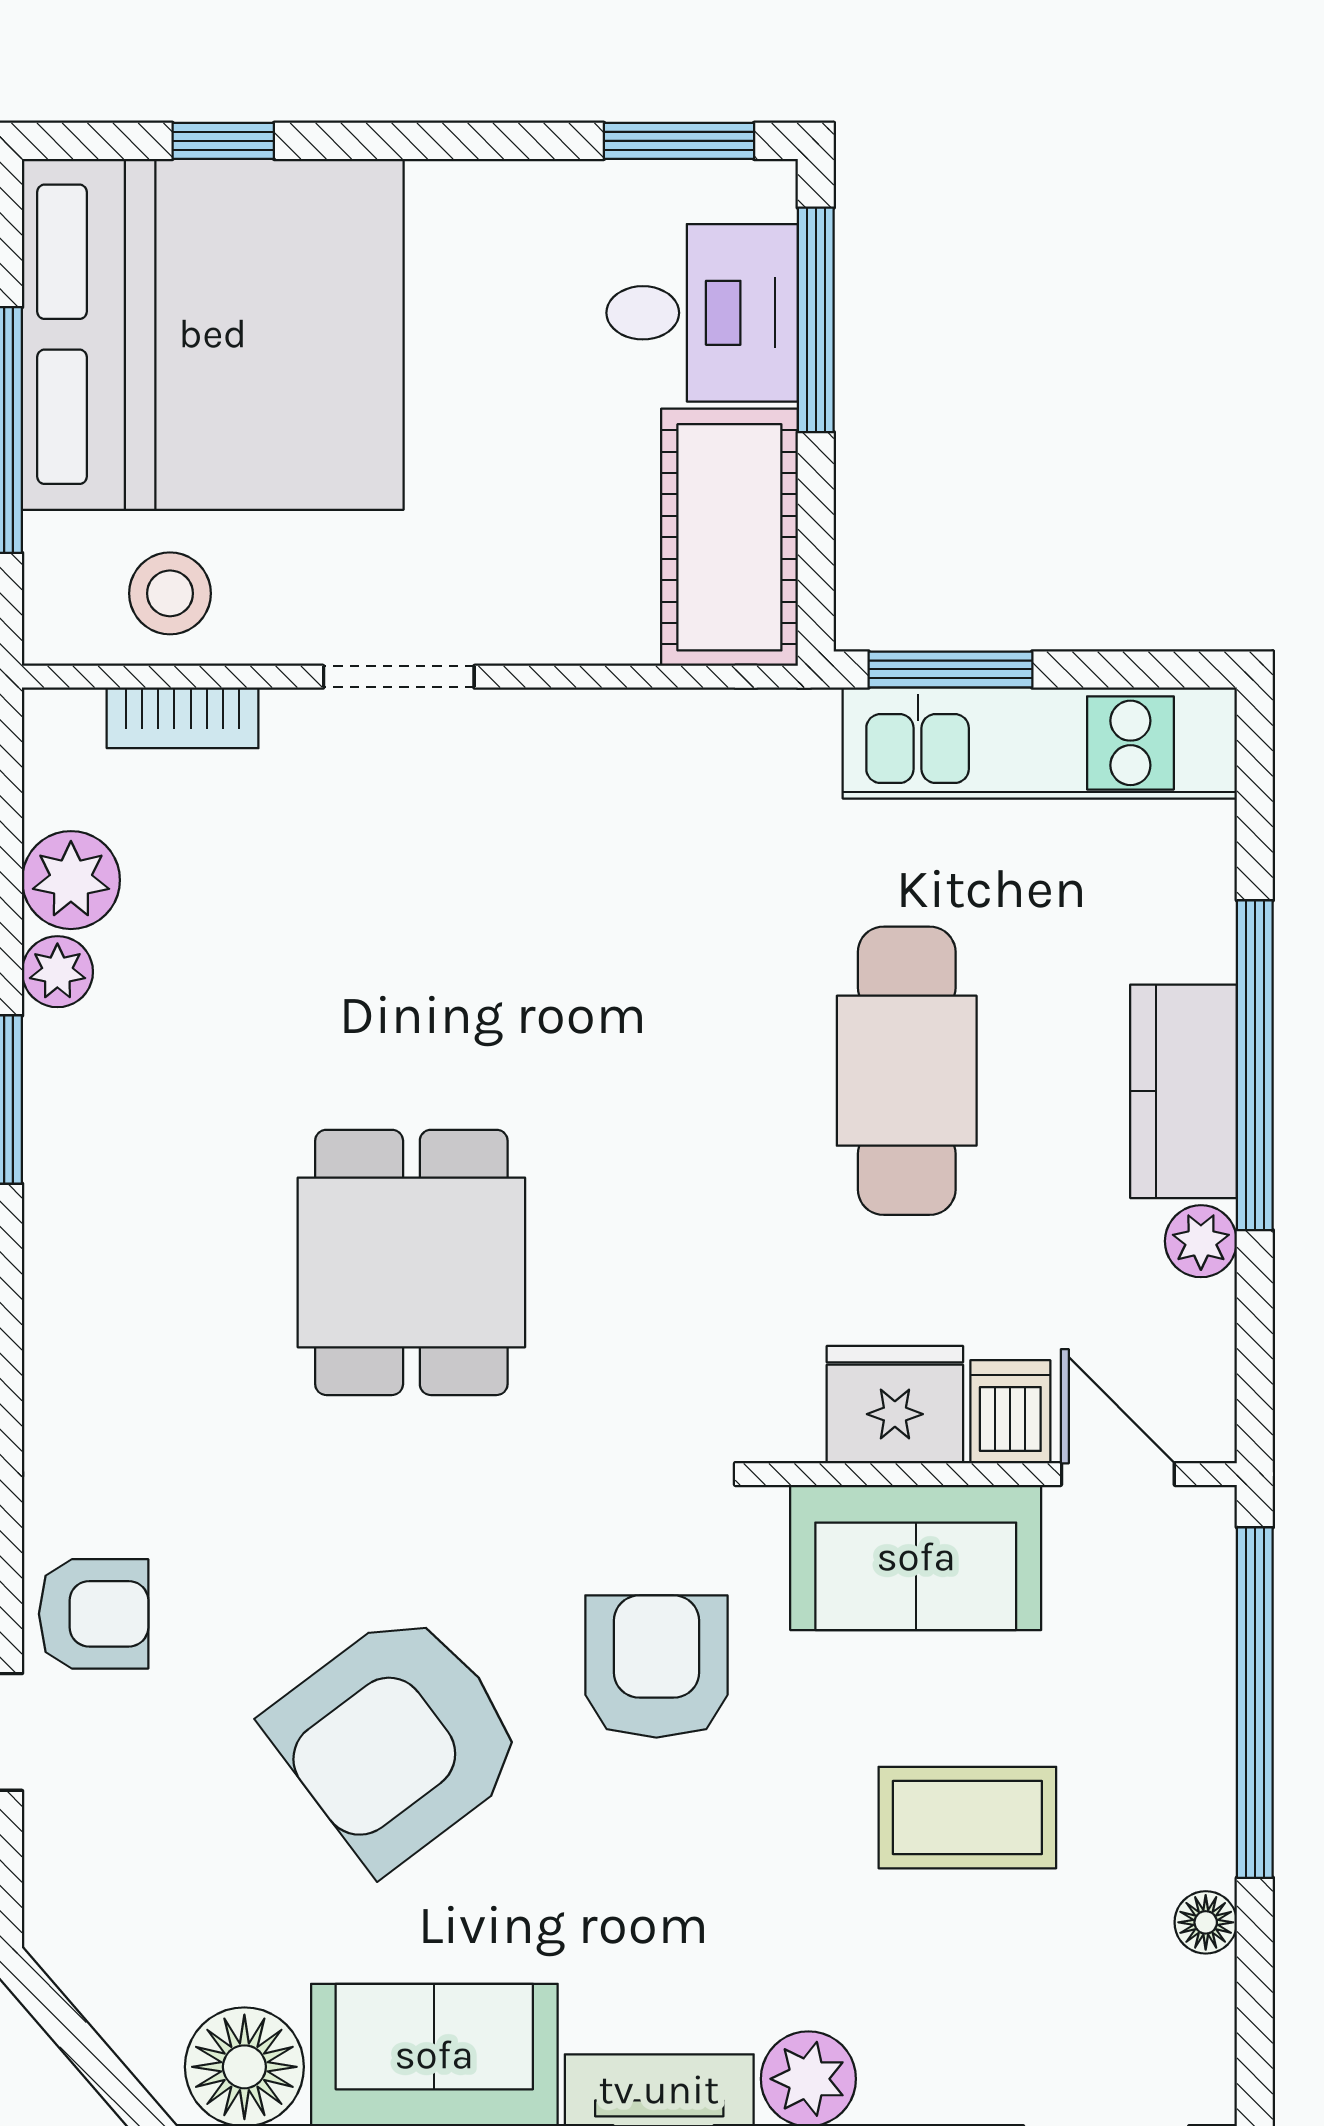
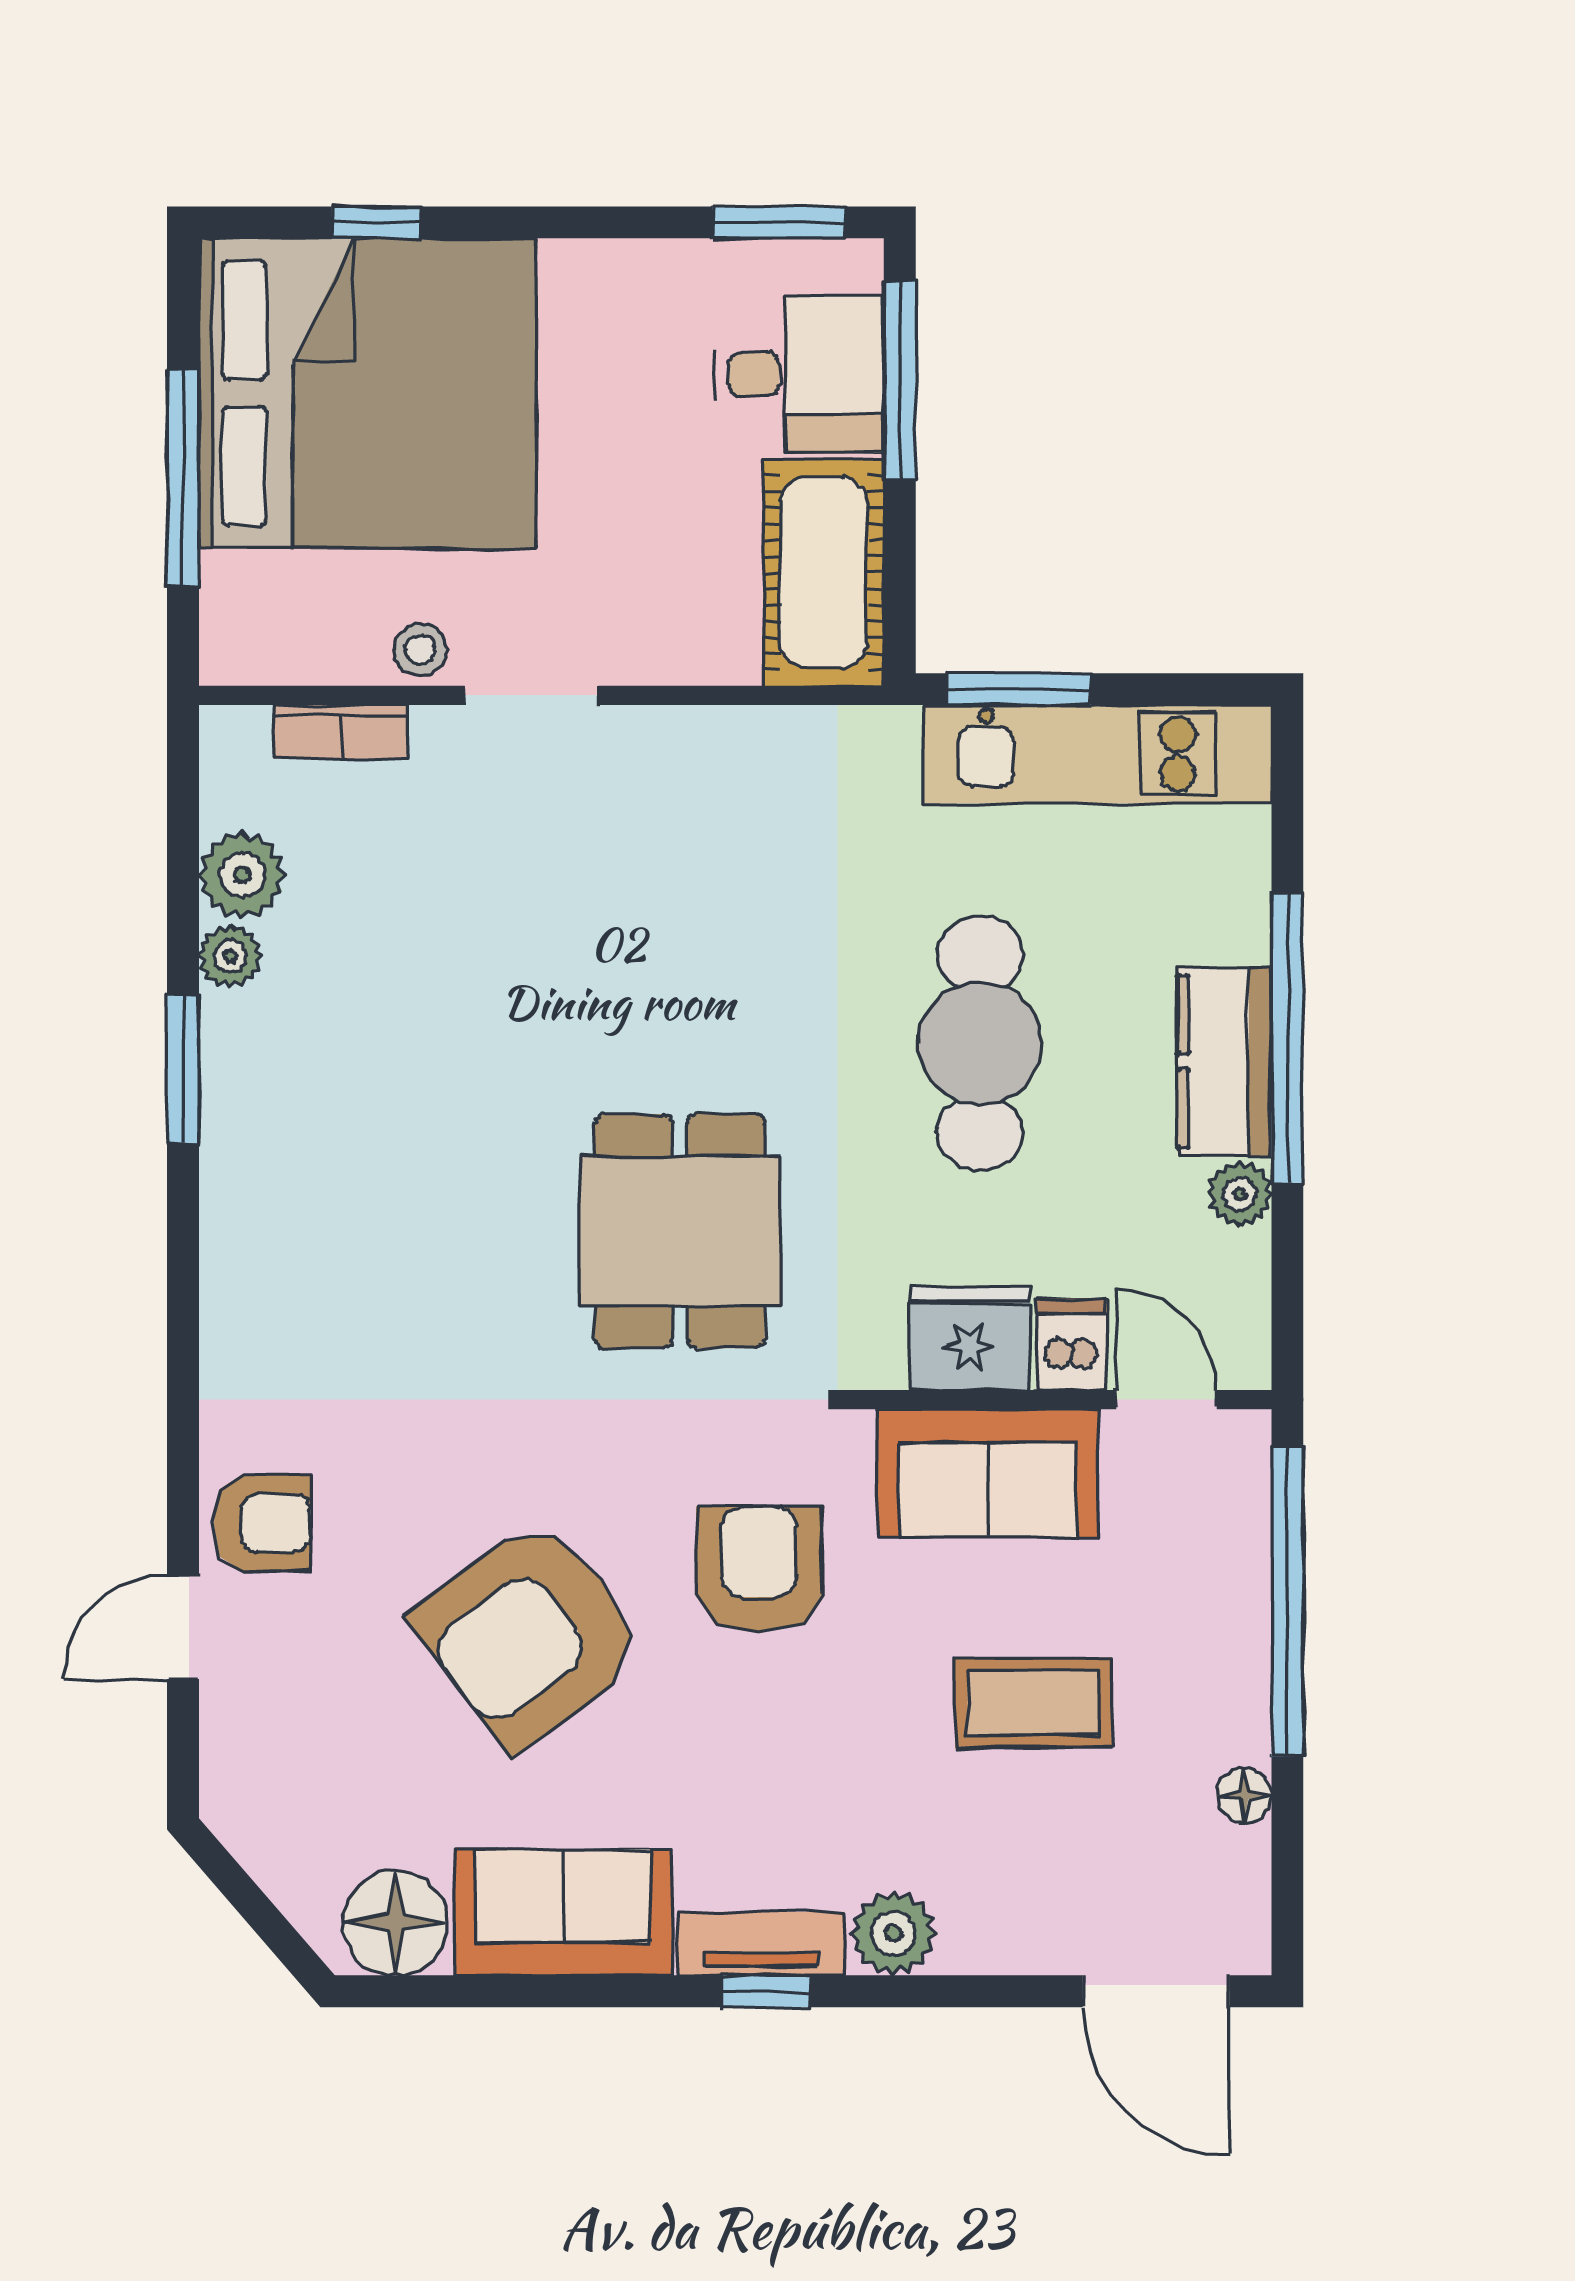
stool: (170, 593) -> (420, 650), moved, width x0.73, depth x0.73
dining table: (411, 1262) -> (680, 1231), moved

